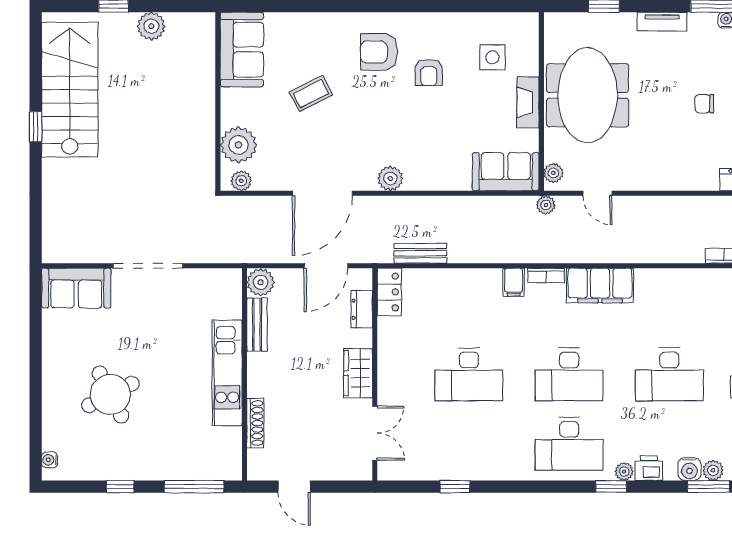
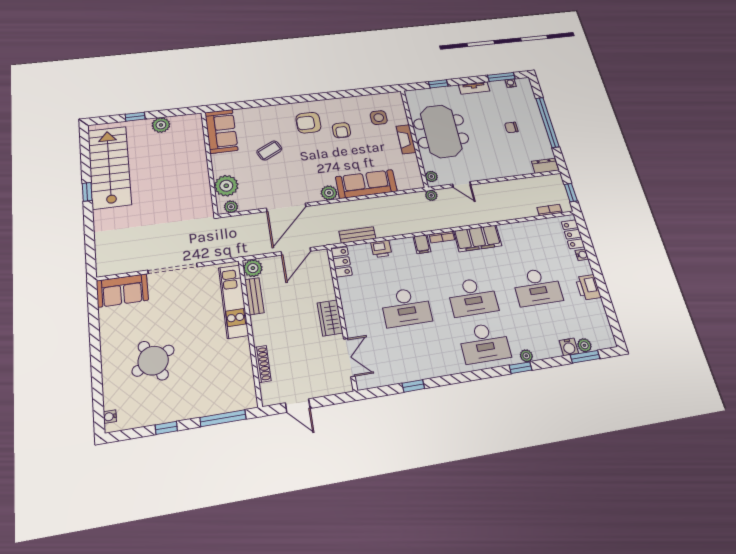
sofa: (506, 172) -> (366, 184), moved, width x1.36
dresser: (362, 309) -> (325, 276), removed
kitchen unit: (227, 373) -> (233, 301), moved
printer: (649, 468) -> (381, 249), moved, turned 180

